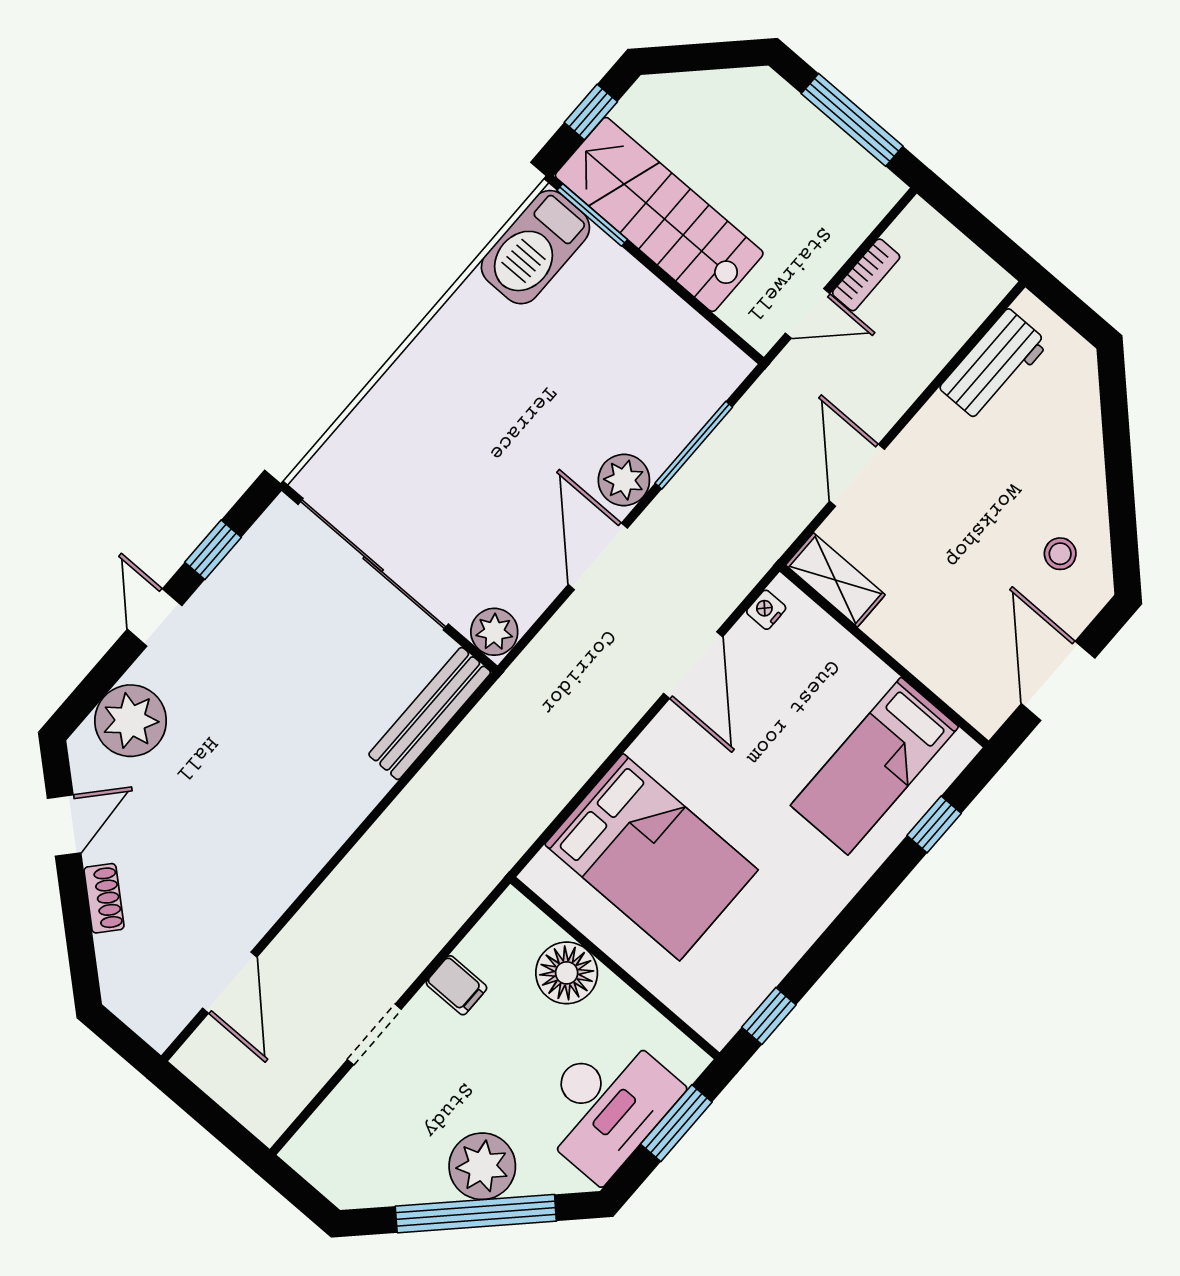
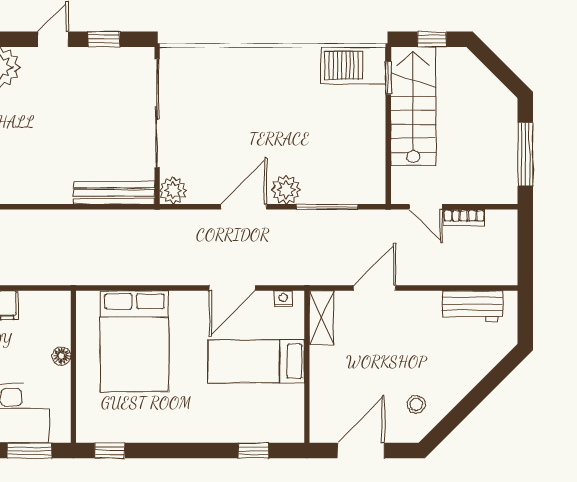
window: (592, 215) -> (388, 78), width x0.67
bed: (875, 766) -> (256, 361), moved
floor lamp: (567, 973) -> (62, 356), width x0.53, depth x0.53

